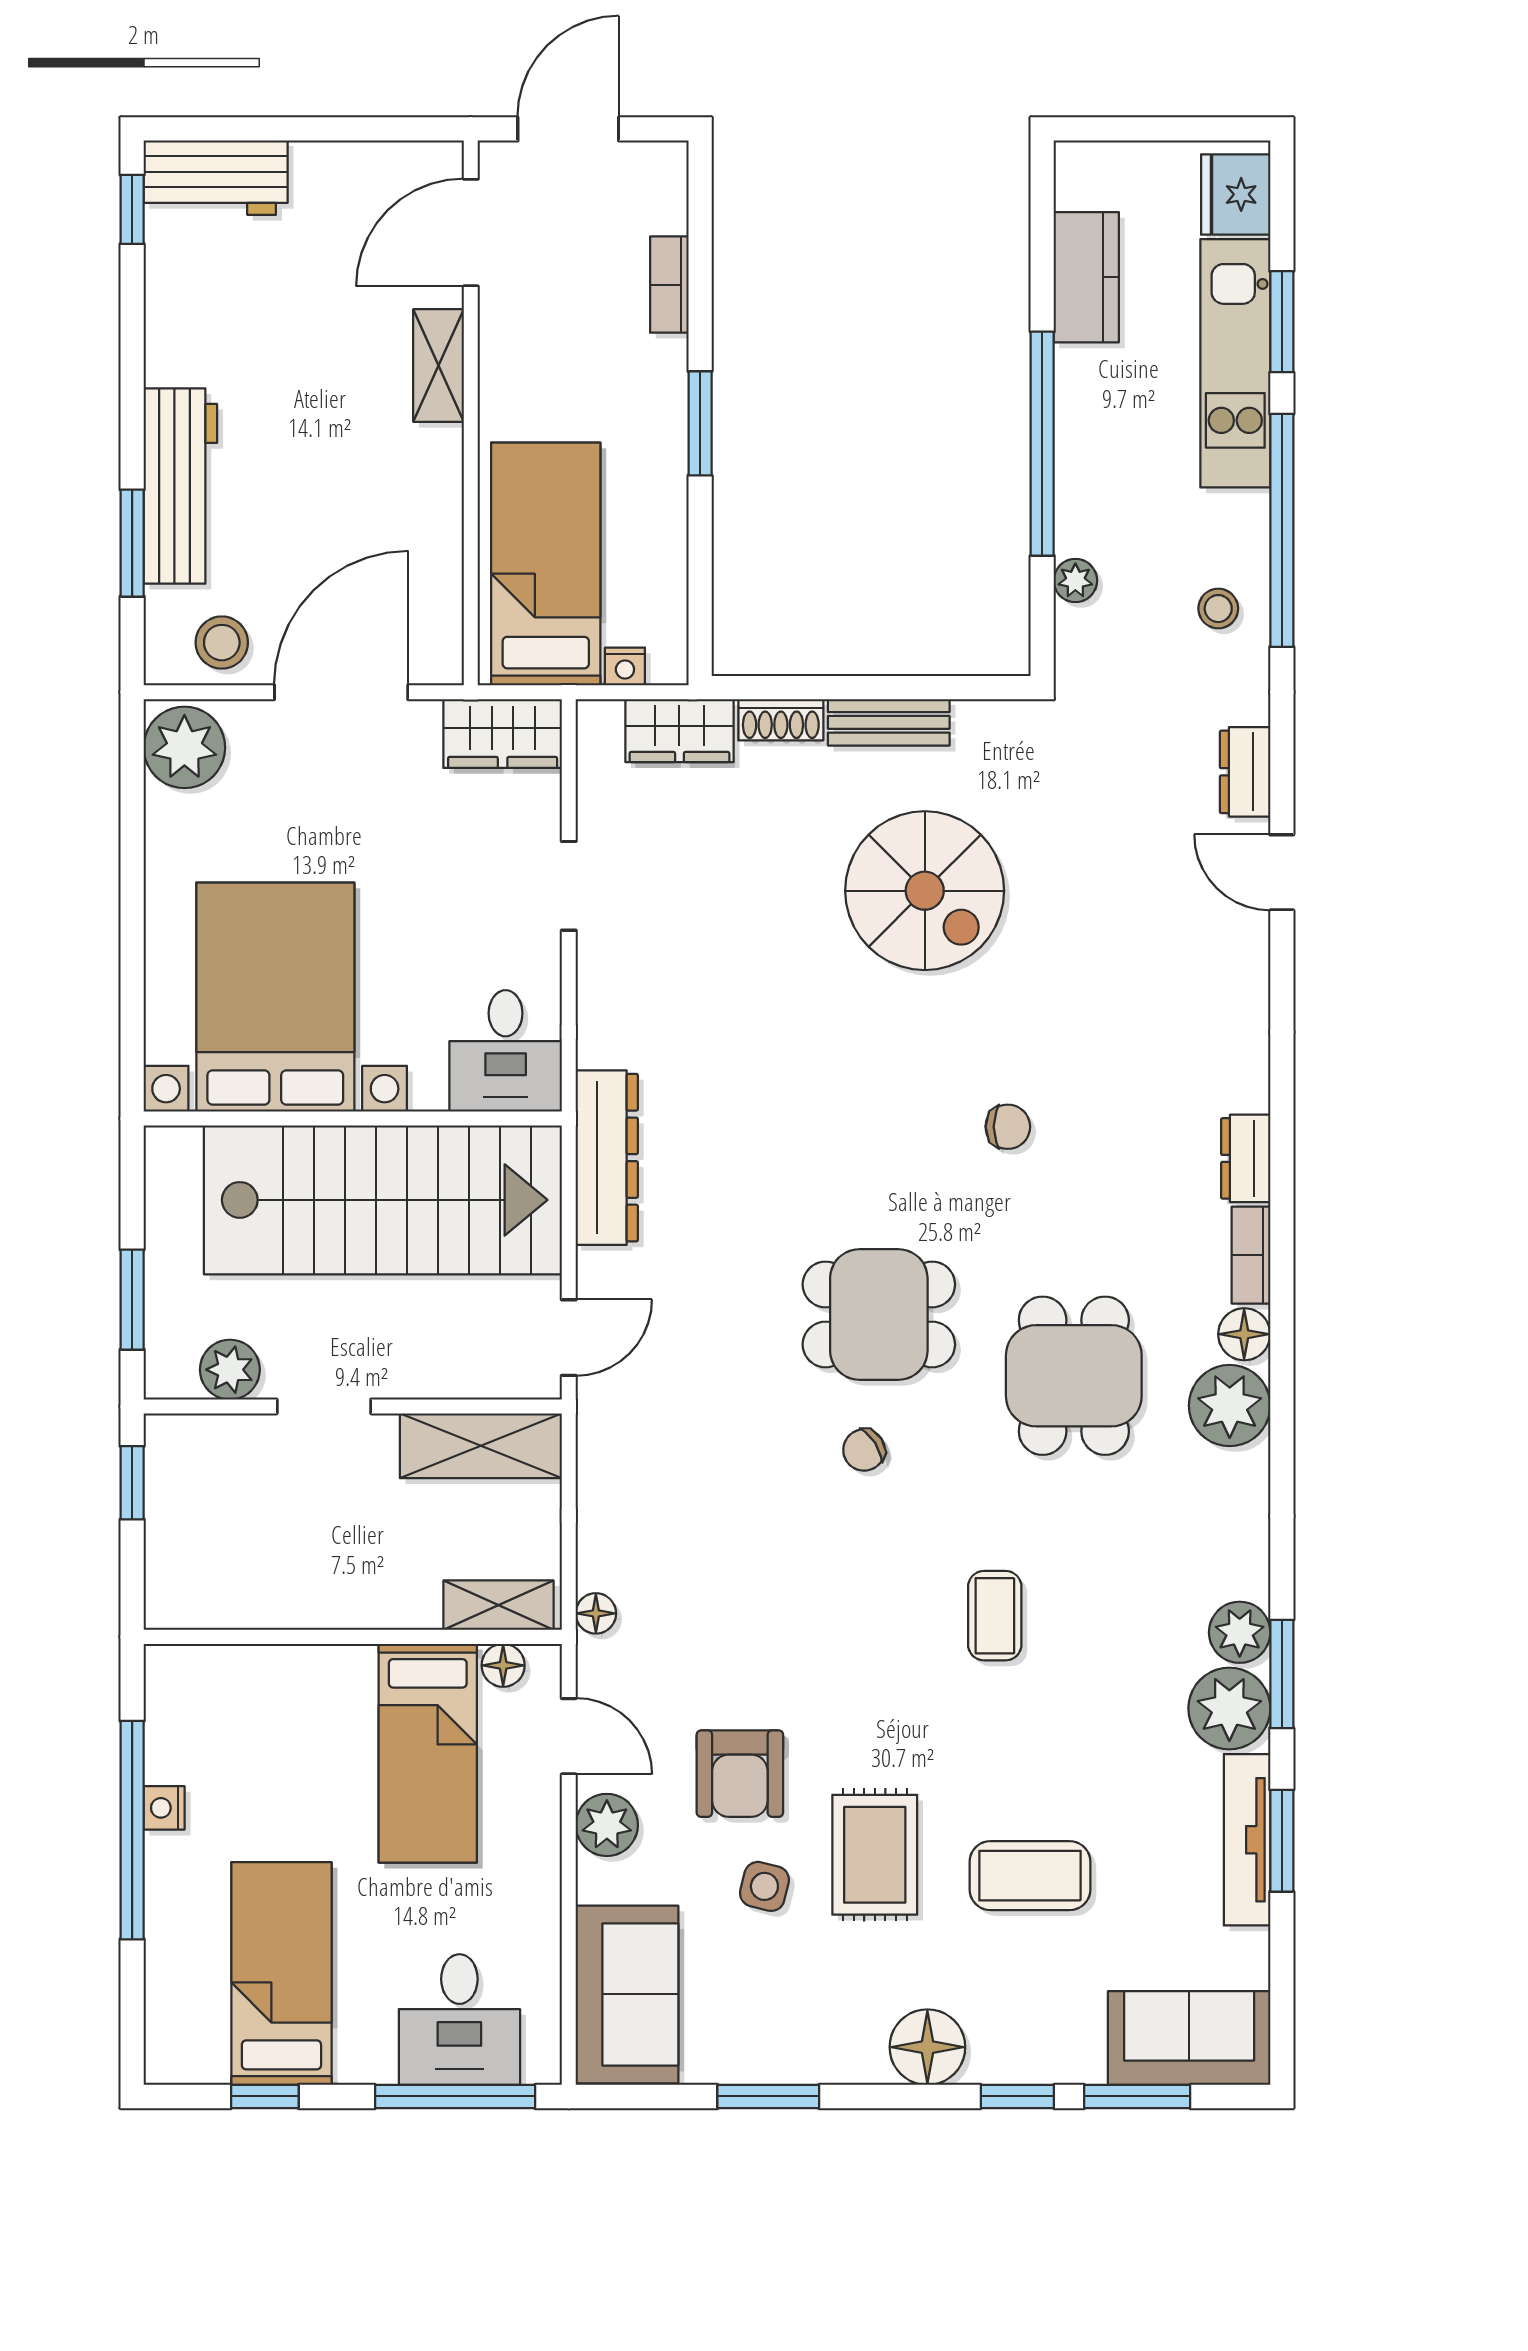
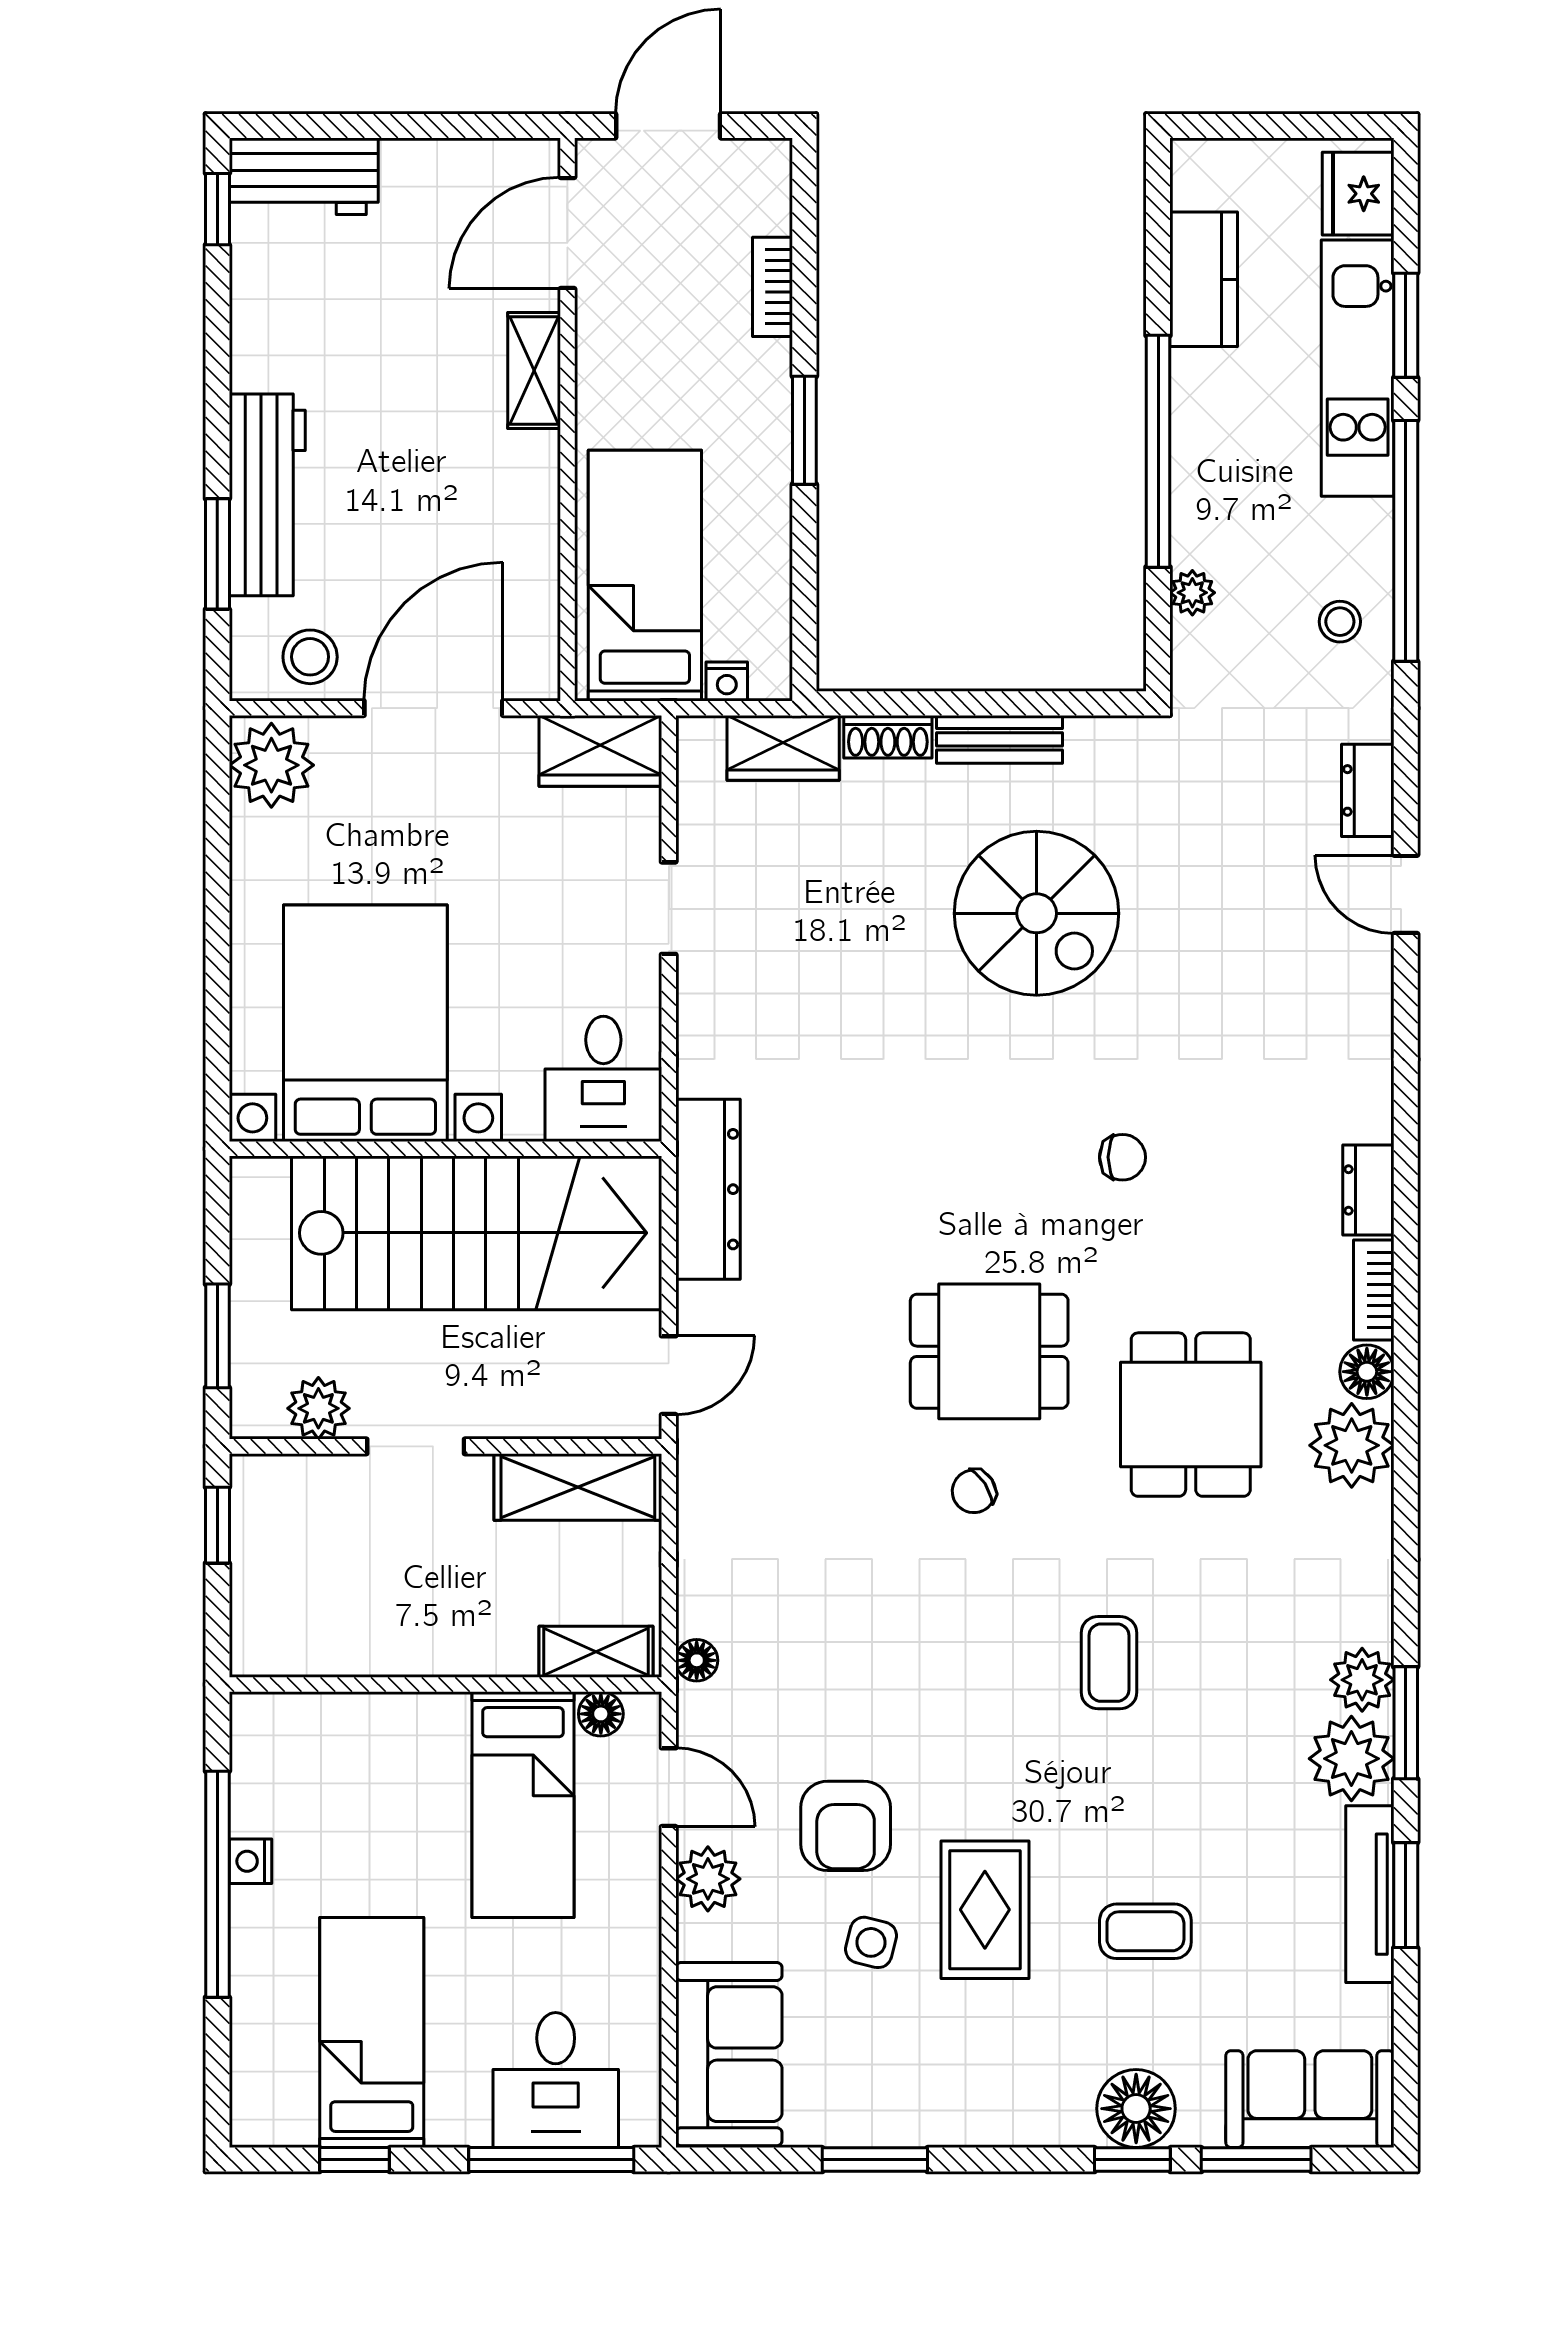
coffee table: (1030, 1876) -> (1145, 1931), width x0.73, depth x0.77
floor lamp: (927, 2047) -> (1136, 2109), moved

